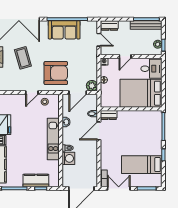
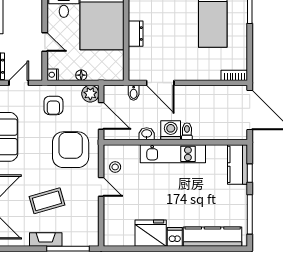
armchair: (84, 62) -> (53, 105), added
dresser: (109, 115) -> (136, 34), moved
washing machine: (68, 158) -> (171, 130), moved
kitchen counter: (36, 180) -> (237, 164), moved
double door: (119, 188) -> (250, 52), removed

